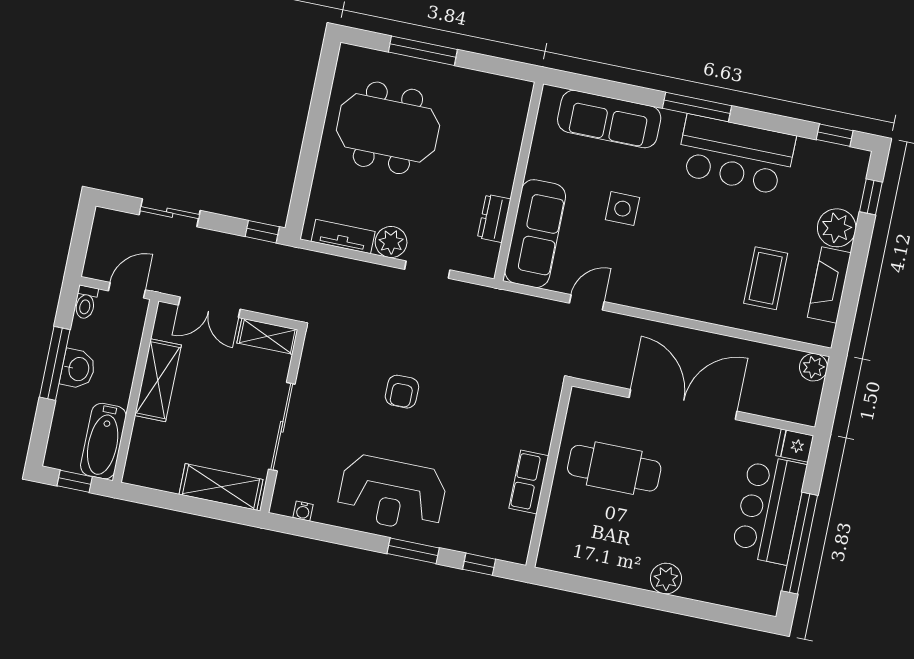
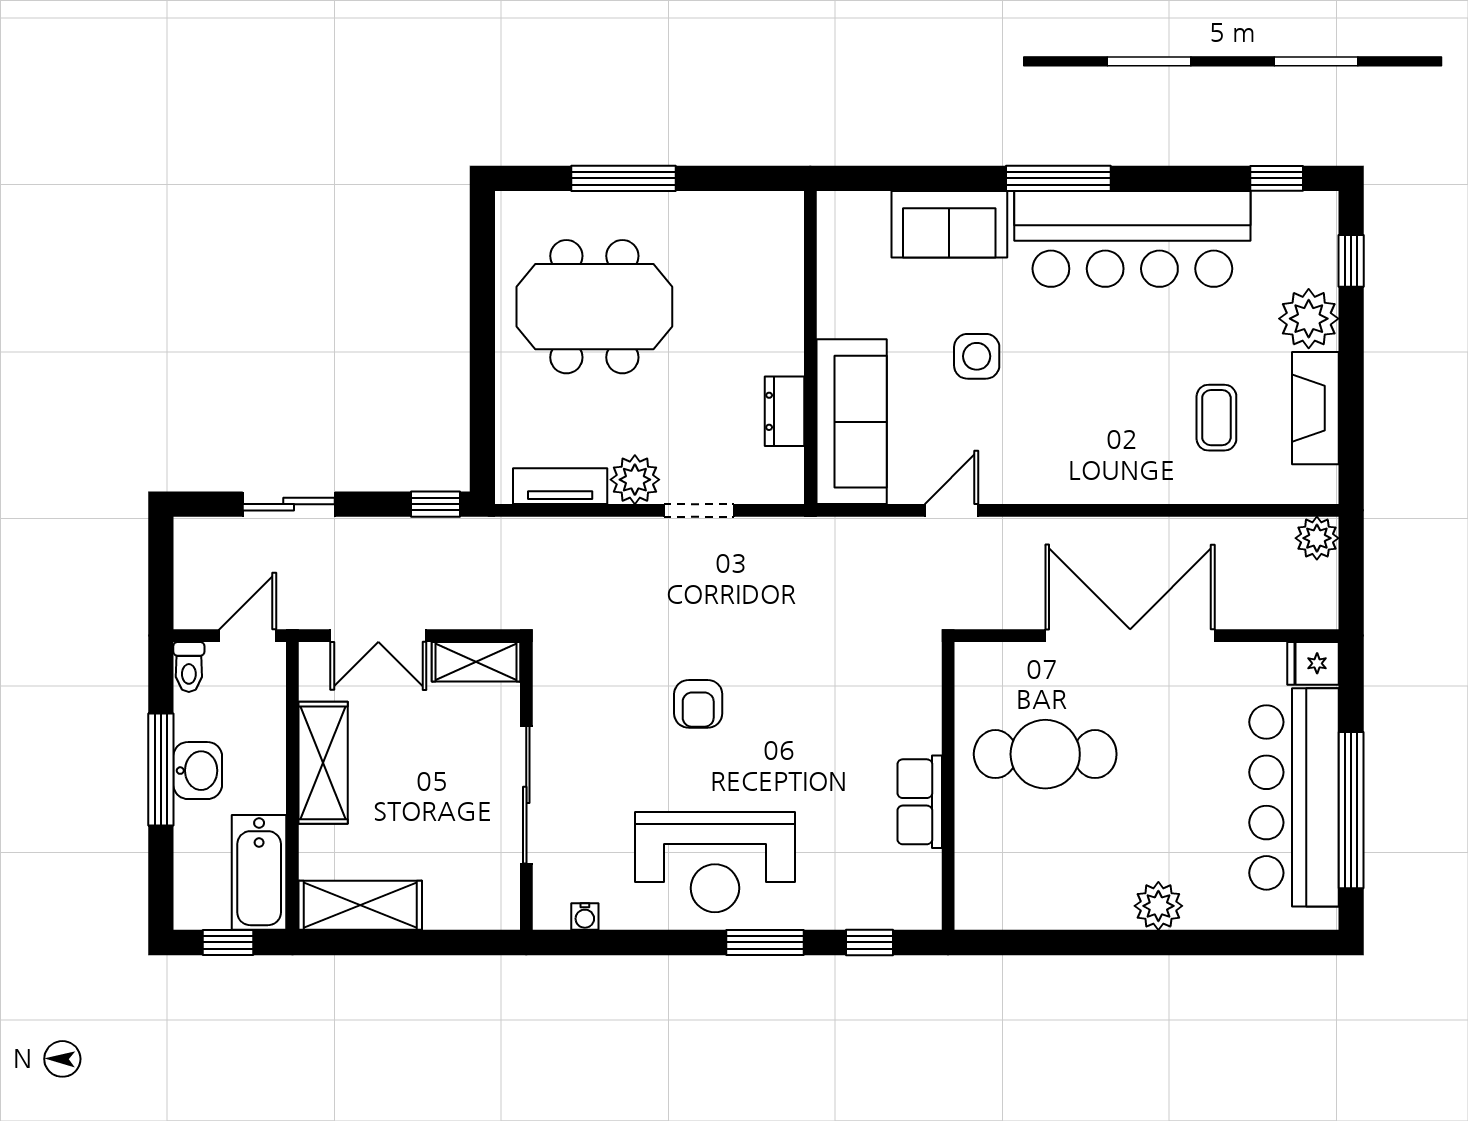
sofa: (609, 119) -> (949, 224), width x0.73
bar counter: (736, 155) -> (1132, 239), width x1.36
coffee table: (766, 278) -> (1216, 418), width x0.73, depth x0.77
shelving: (221, 487) -> (360, 905), moved
bar counter: (769, 509) -> (1294, 797), width x1.36

